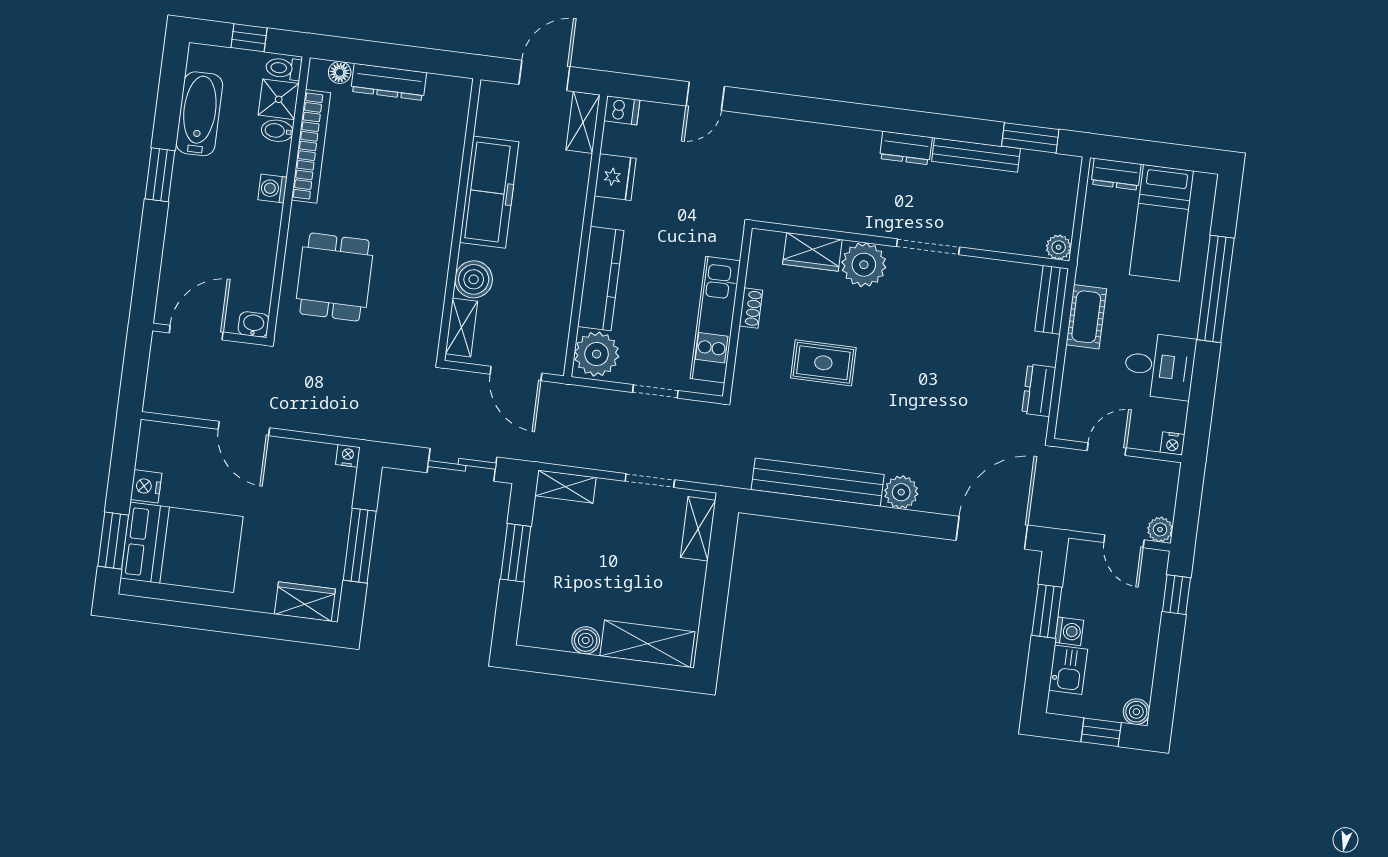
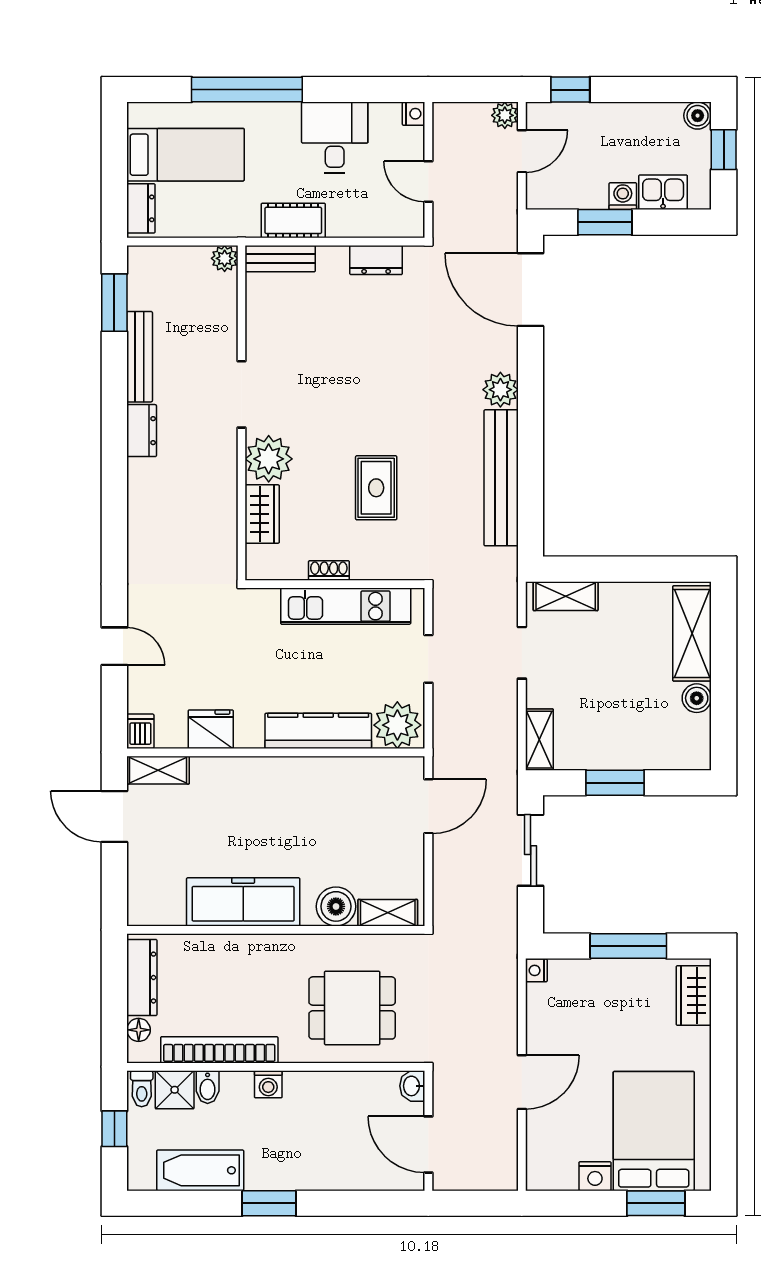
freezer: (489, 192) -> (243, 902), moved
wall: (459, 220) -> (276, 930), moved
boiler: (474, 279) -> (336, 906), moved
shelving: (461, 328) -> (388, 913), moved

